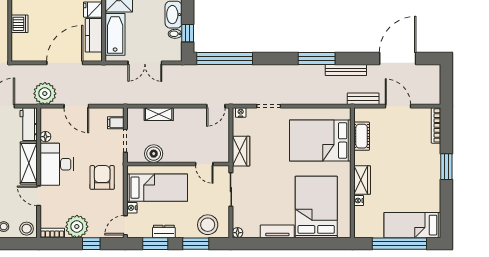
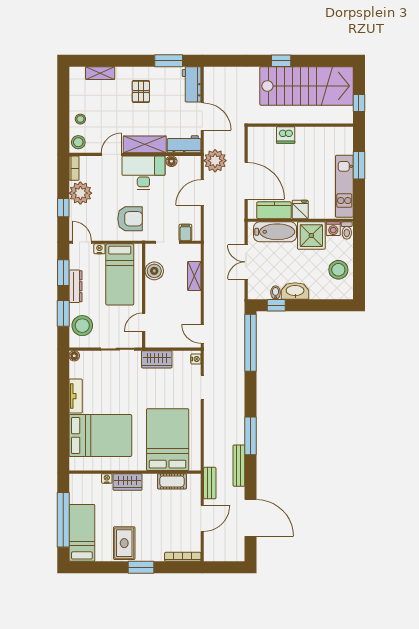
rug: (423, 183) -> (124, 543), added
dresser: (164, 231) -> (75, 286), width x1.44

